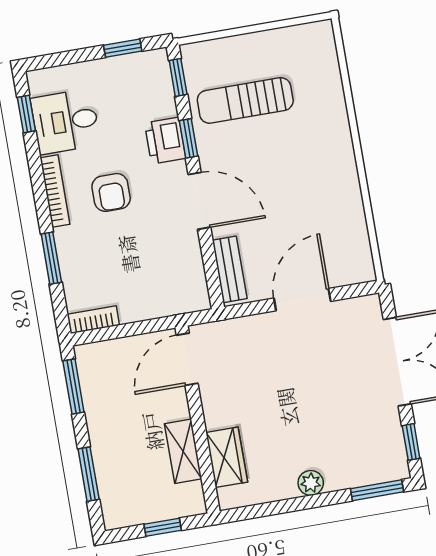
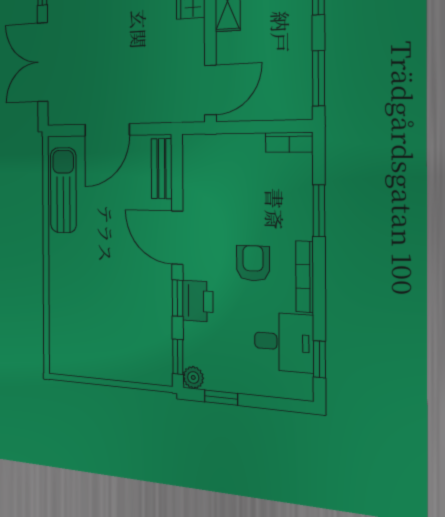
plant: (157, 60) -> (193, 377), added
sun lounger: (245, 100) -> (63, 190), moved, turned -90

